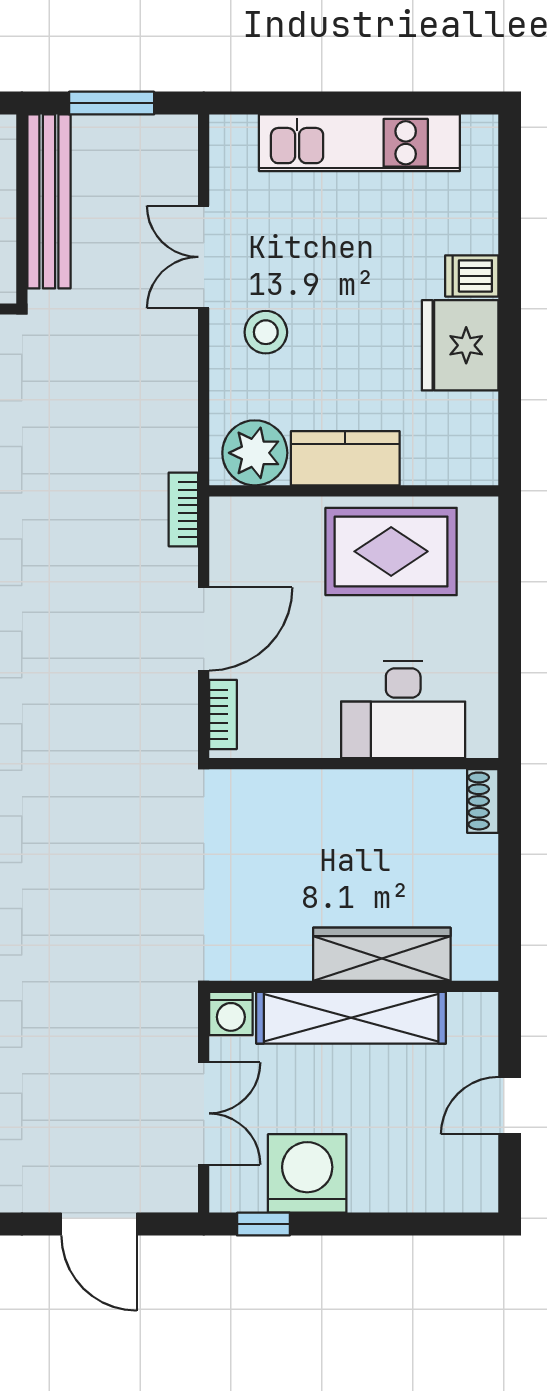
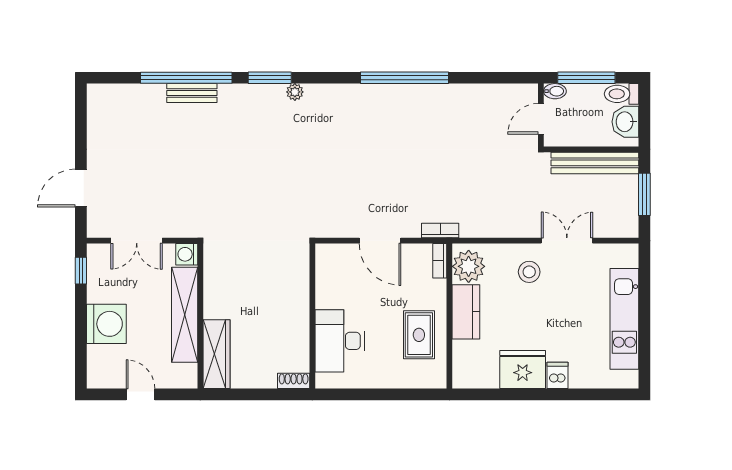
rug: (391, 551) -> (419, 335), width x0.73, depth x0.70
bookcase: (223, 714) -> (440, 261), moved, turned 90
wardrobe: (382, 954) -> (217, 354), moved
washing machine: (307, 1173) -> (106, 324), moved

